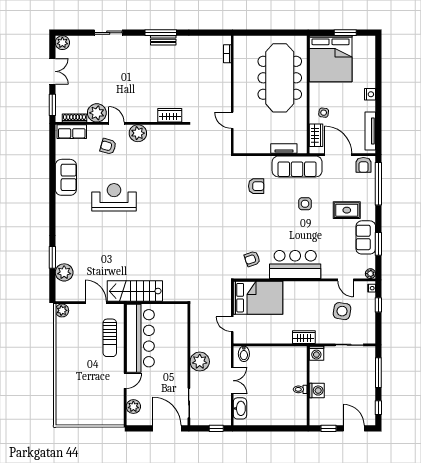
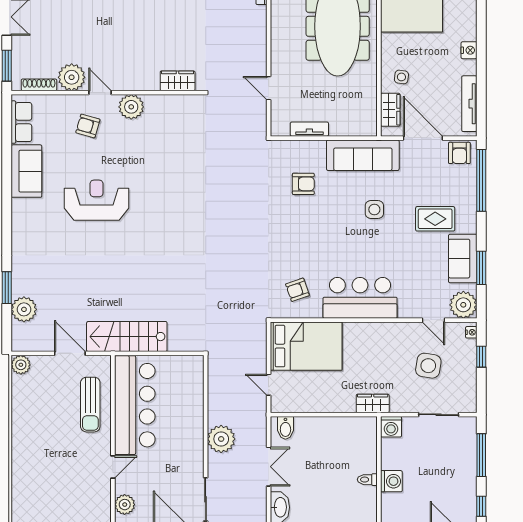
row of seats: (72, 132) -> (21, 122), moved, turned -90
tv unit: (284, 148) -> (309, 129), moved
plant: (370, 274) -> (463, 305), width x1.88, depth x1.88

